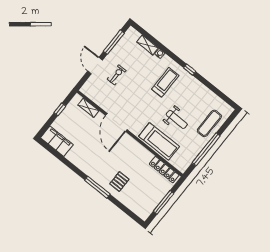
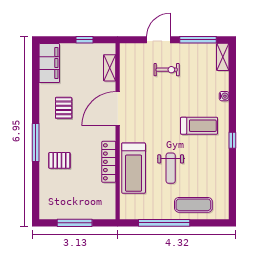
shelving: (147, 45) -> (223, 57), moved
pallet: (90, 154) -> (64, 108), added
locker: (164, 170) -> (109, 162), moved

